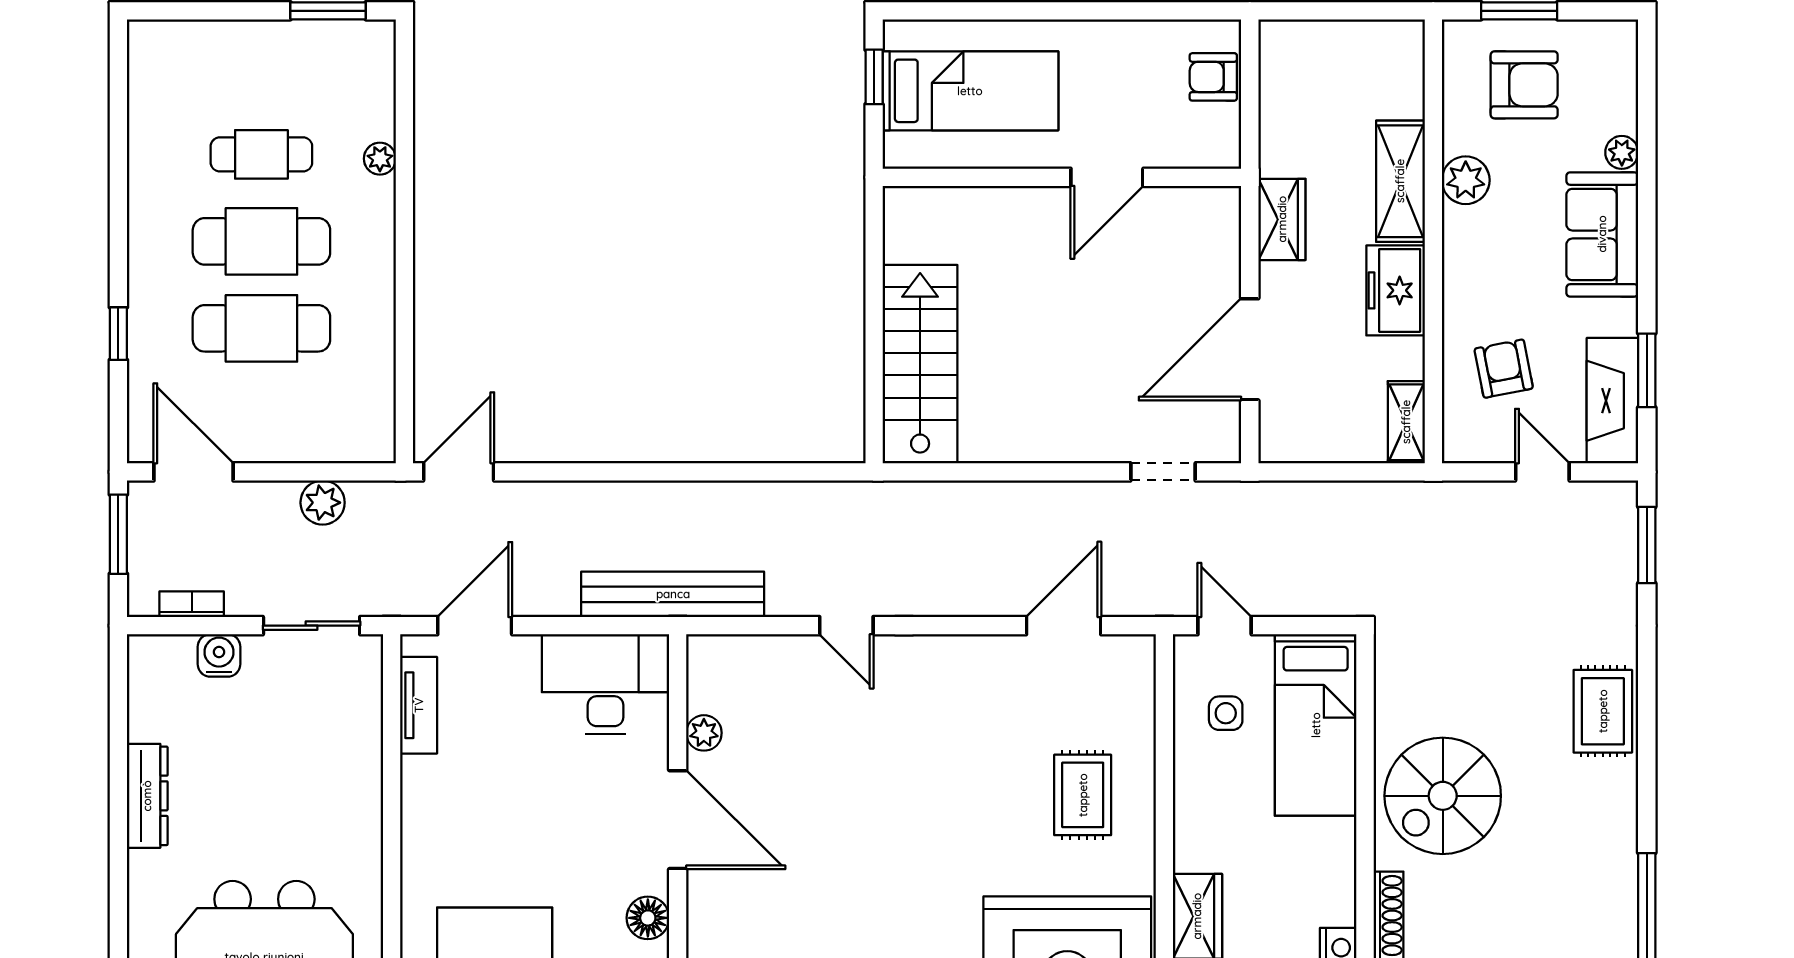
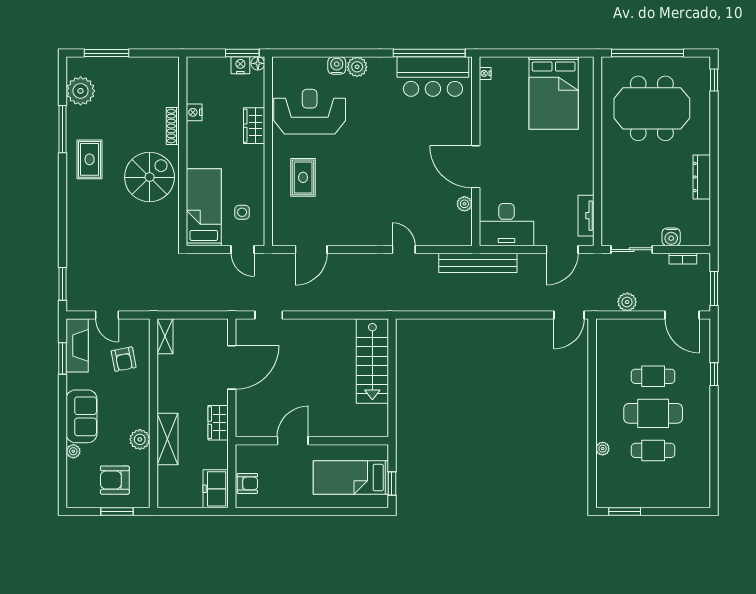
freezer: (1396, 290) -> (216, 489), moved, turned 180
cafe table: (261, 328) -> (653, 376), width x0.73, depth x0.74
rug: (1603, 711) -> (90, 159), moved
floor lamp: (648, 918) -> (488, 125), removed

